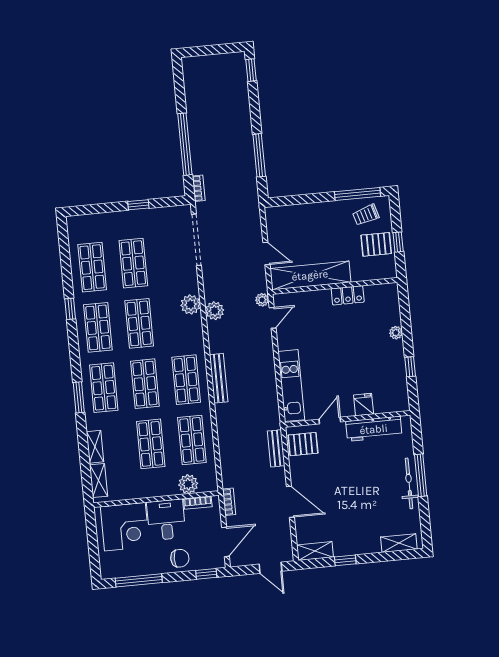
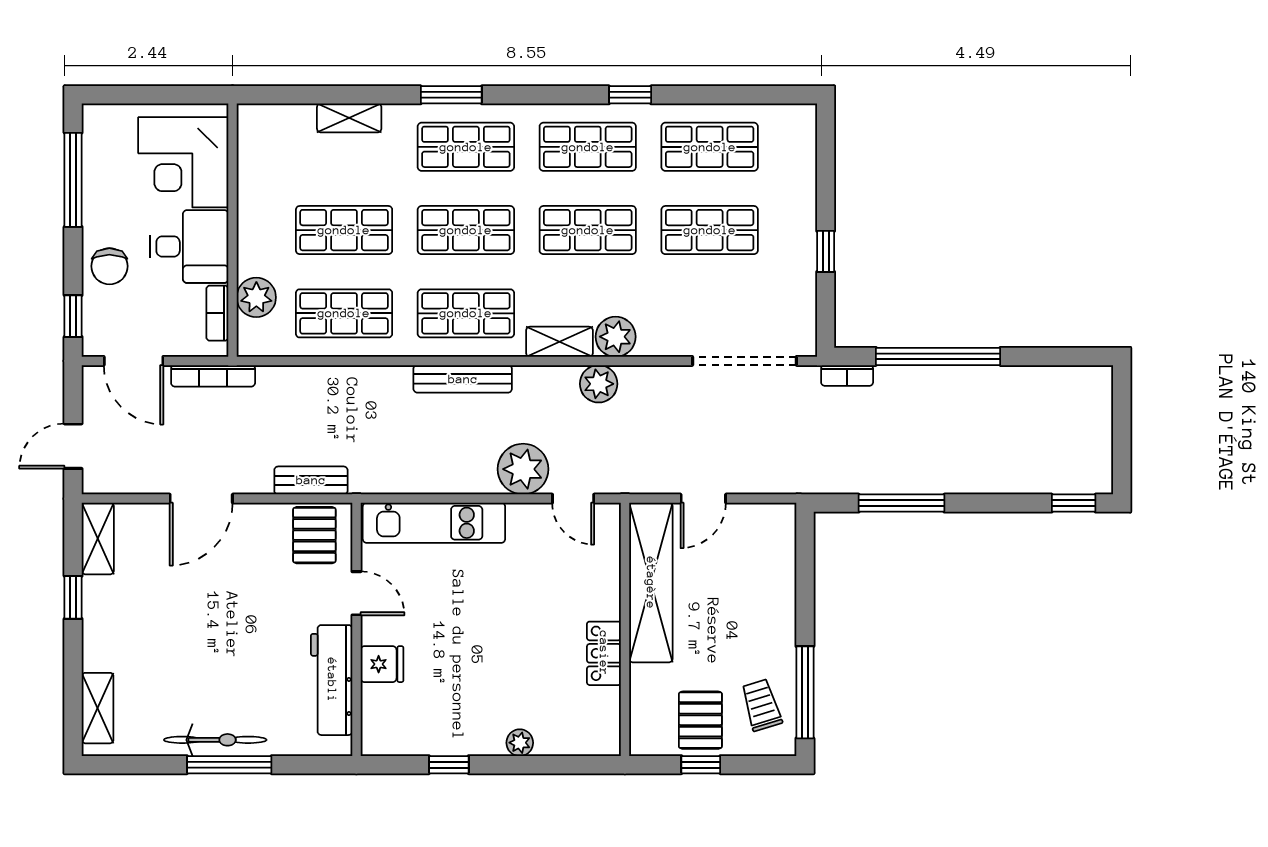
plant: (262, 300) -> (523, 469), moved, width x1.87, depth x1.87
shelving: (99, 481) -> (559, 342), moved
bookcase: (229, 502) -> (213, 376), width x1.56

